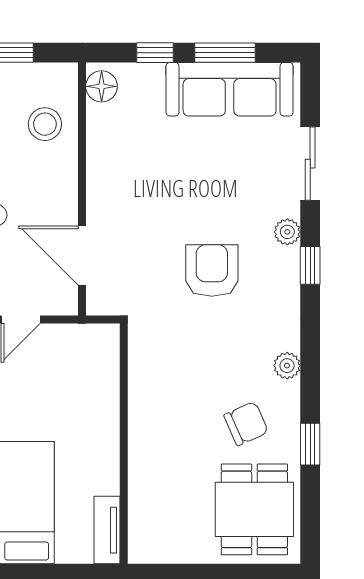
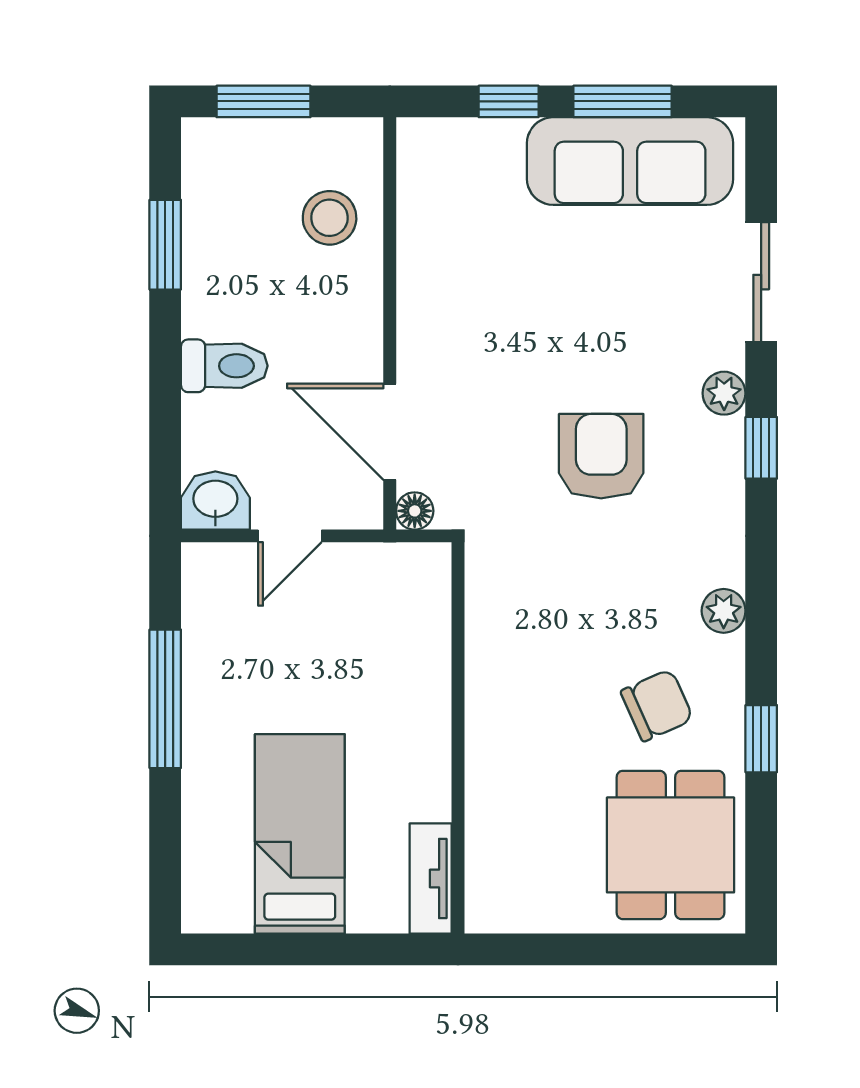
floor lamp: (102, 86) -> (415, 511), moved, width x0.73, depth x0.73

